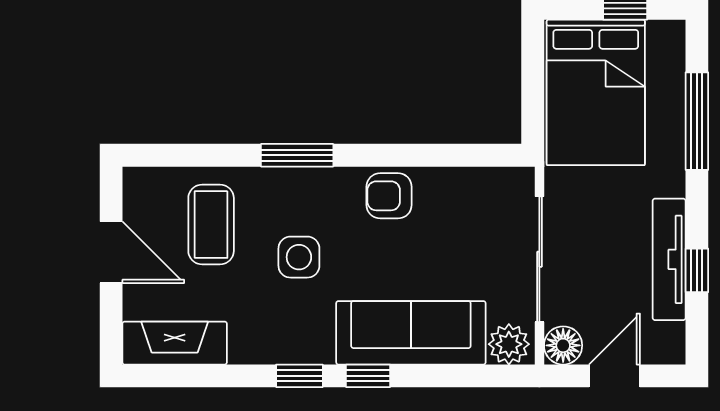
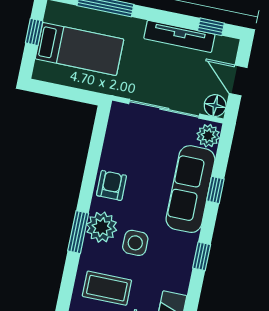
bed: (596, 92) -> (80, 49), width x0.67
plant: (314, 194) -> (102, 227), added
armchair: (389, 196) -> (111, 185), turned 180
window: (697, 270) -> (211, 27), moved
window: (368, 376) -> (215, 190), moved

